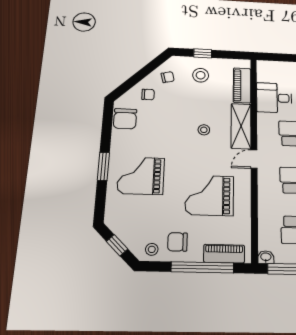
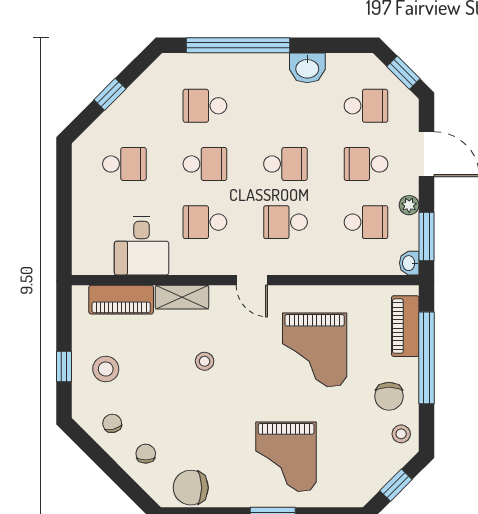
chair: (125, 119) -> (191, 488), turned 180
shelving: (241, 126) -> (182, 297), width x0.67, depth x0.75

